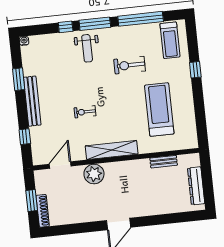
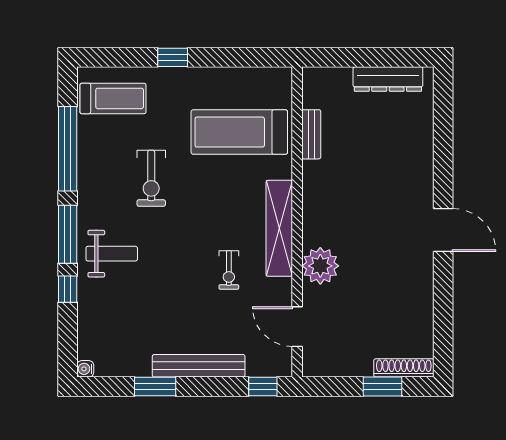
shelving: (112, 150) -> (279, 228), moved
wall: (116, 159) -> (297, 222), moved
bench: (164, 162) -> (311, 134), moved
door: (60, 165) -> (297, 327), moved
plant: (94, 174) -> (320, 266), moved

